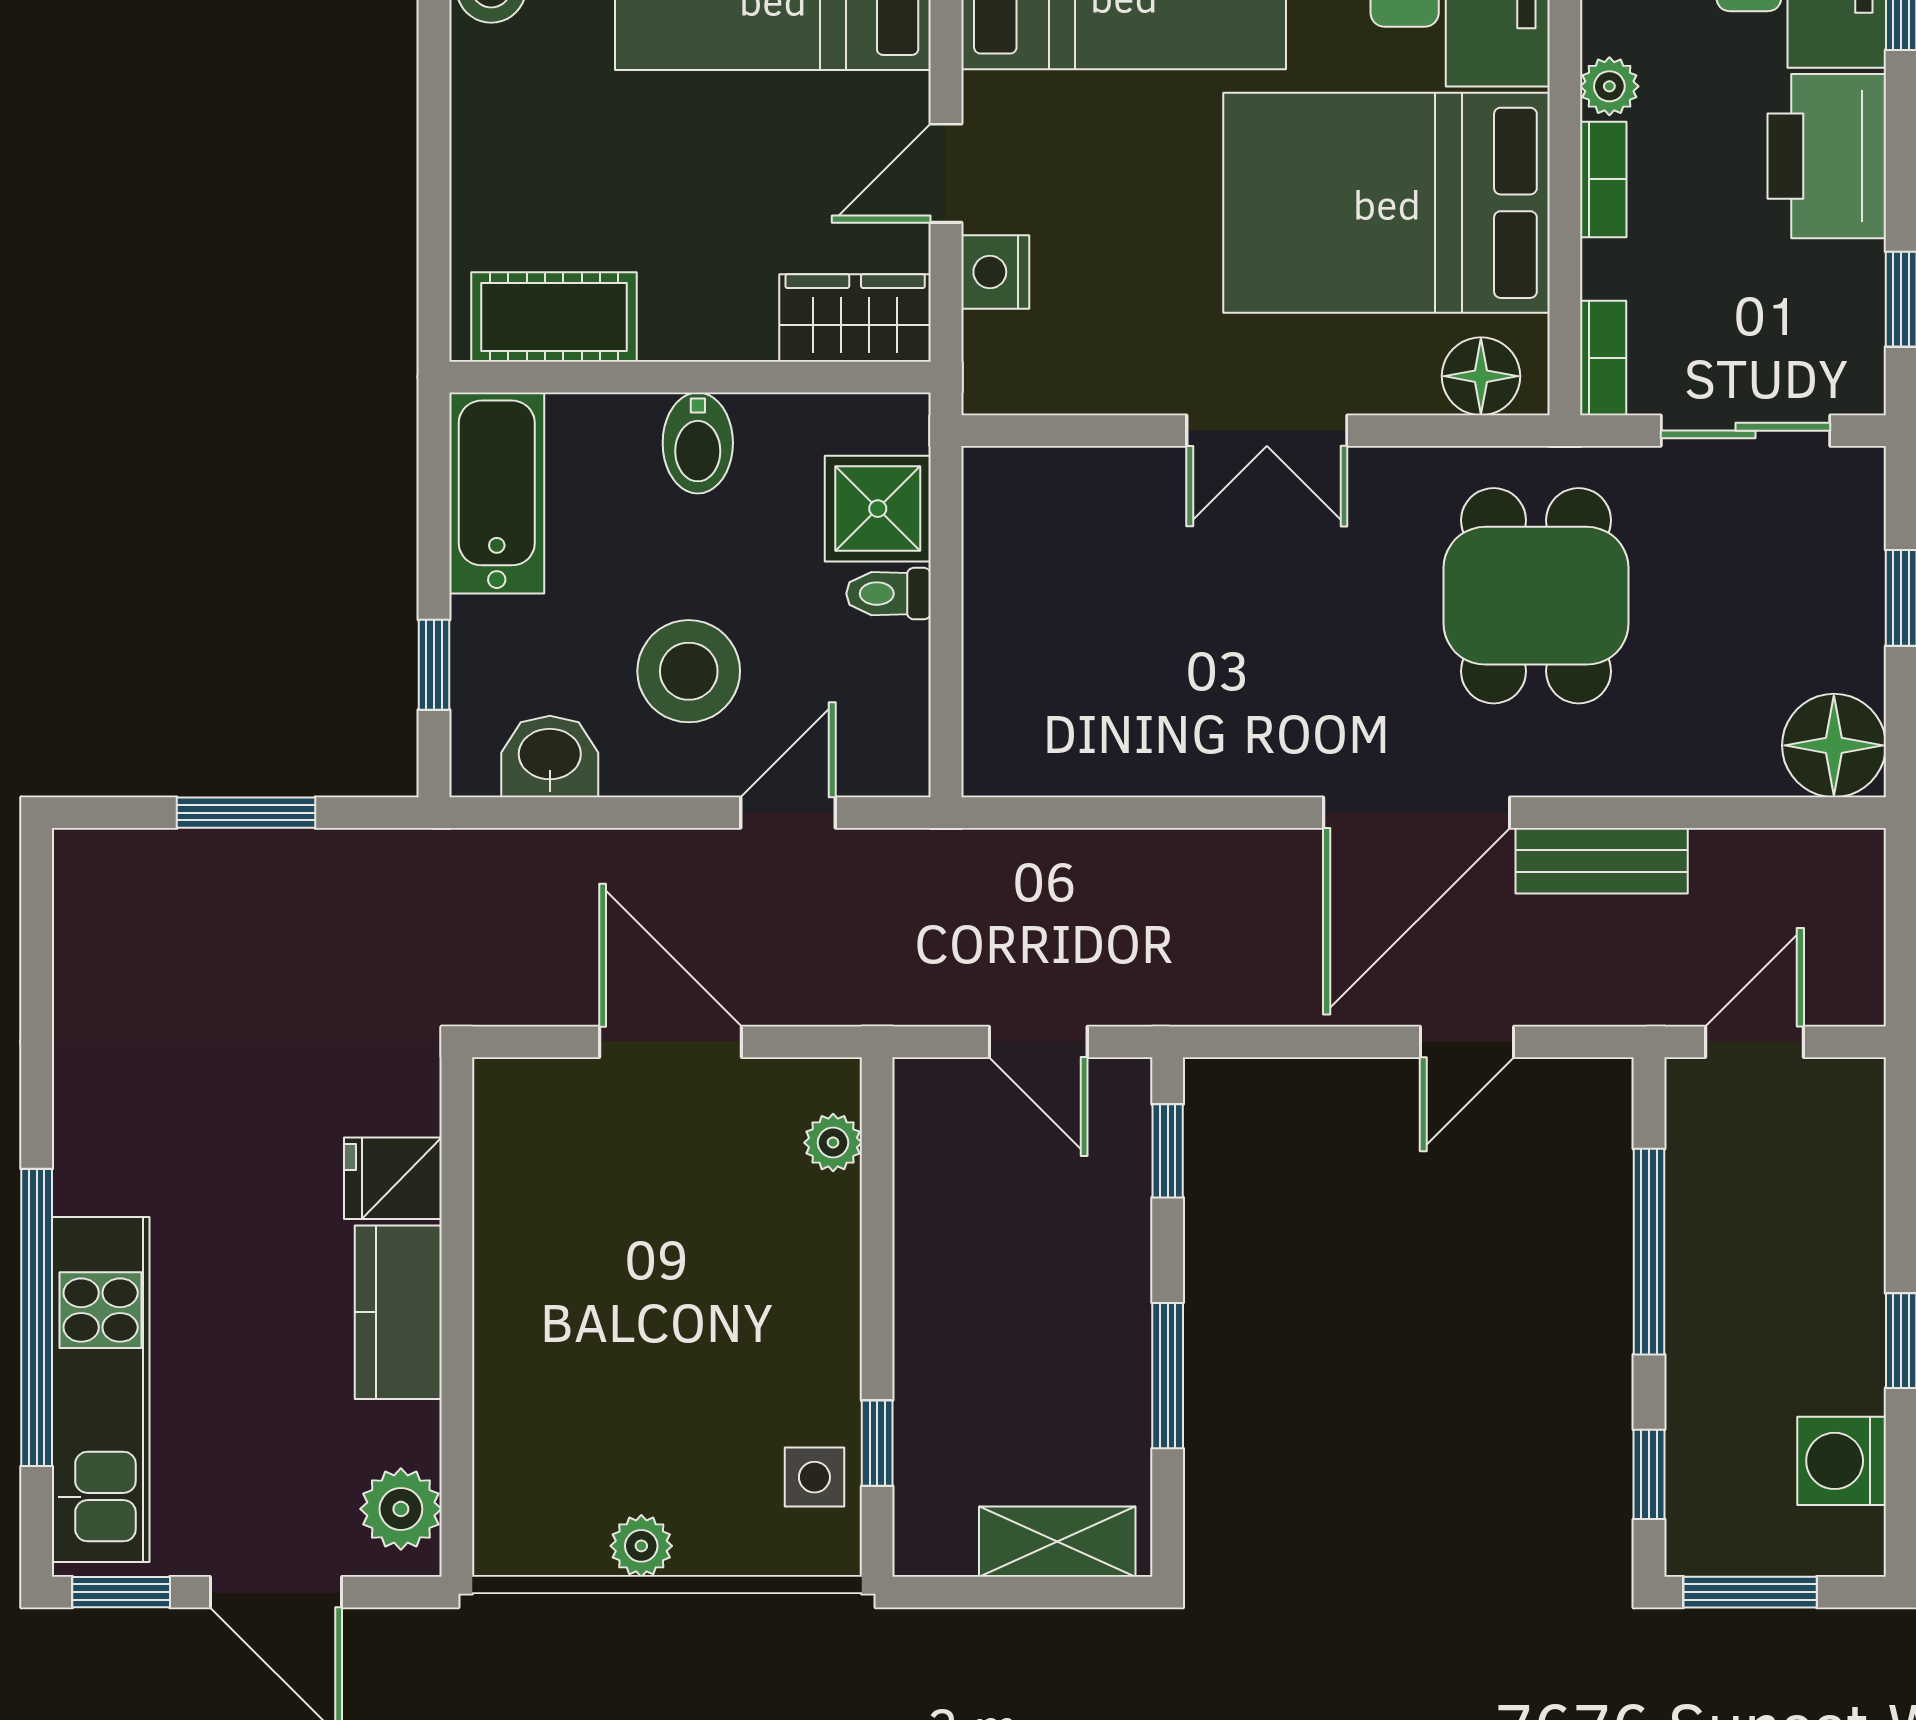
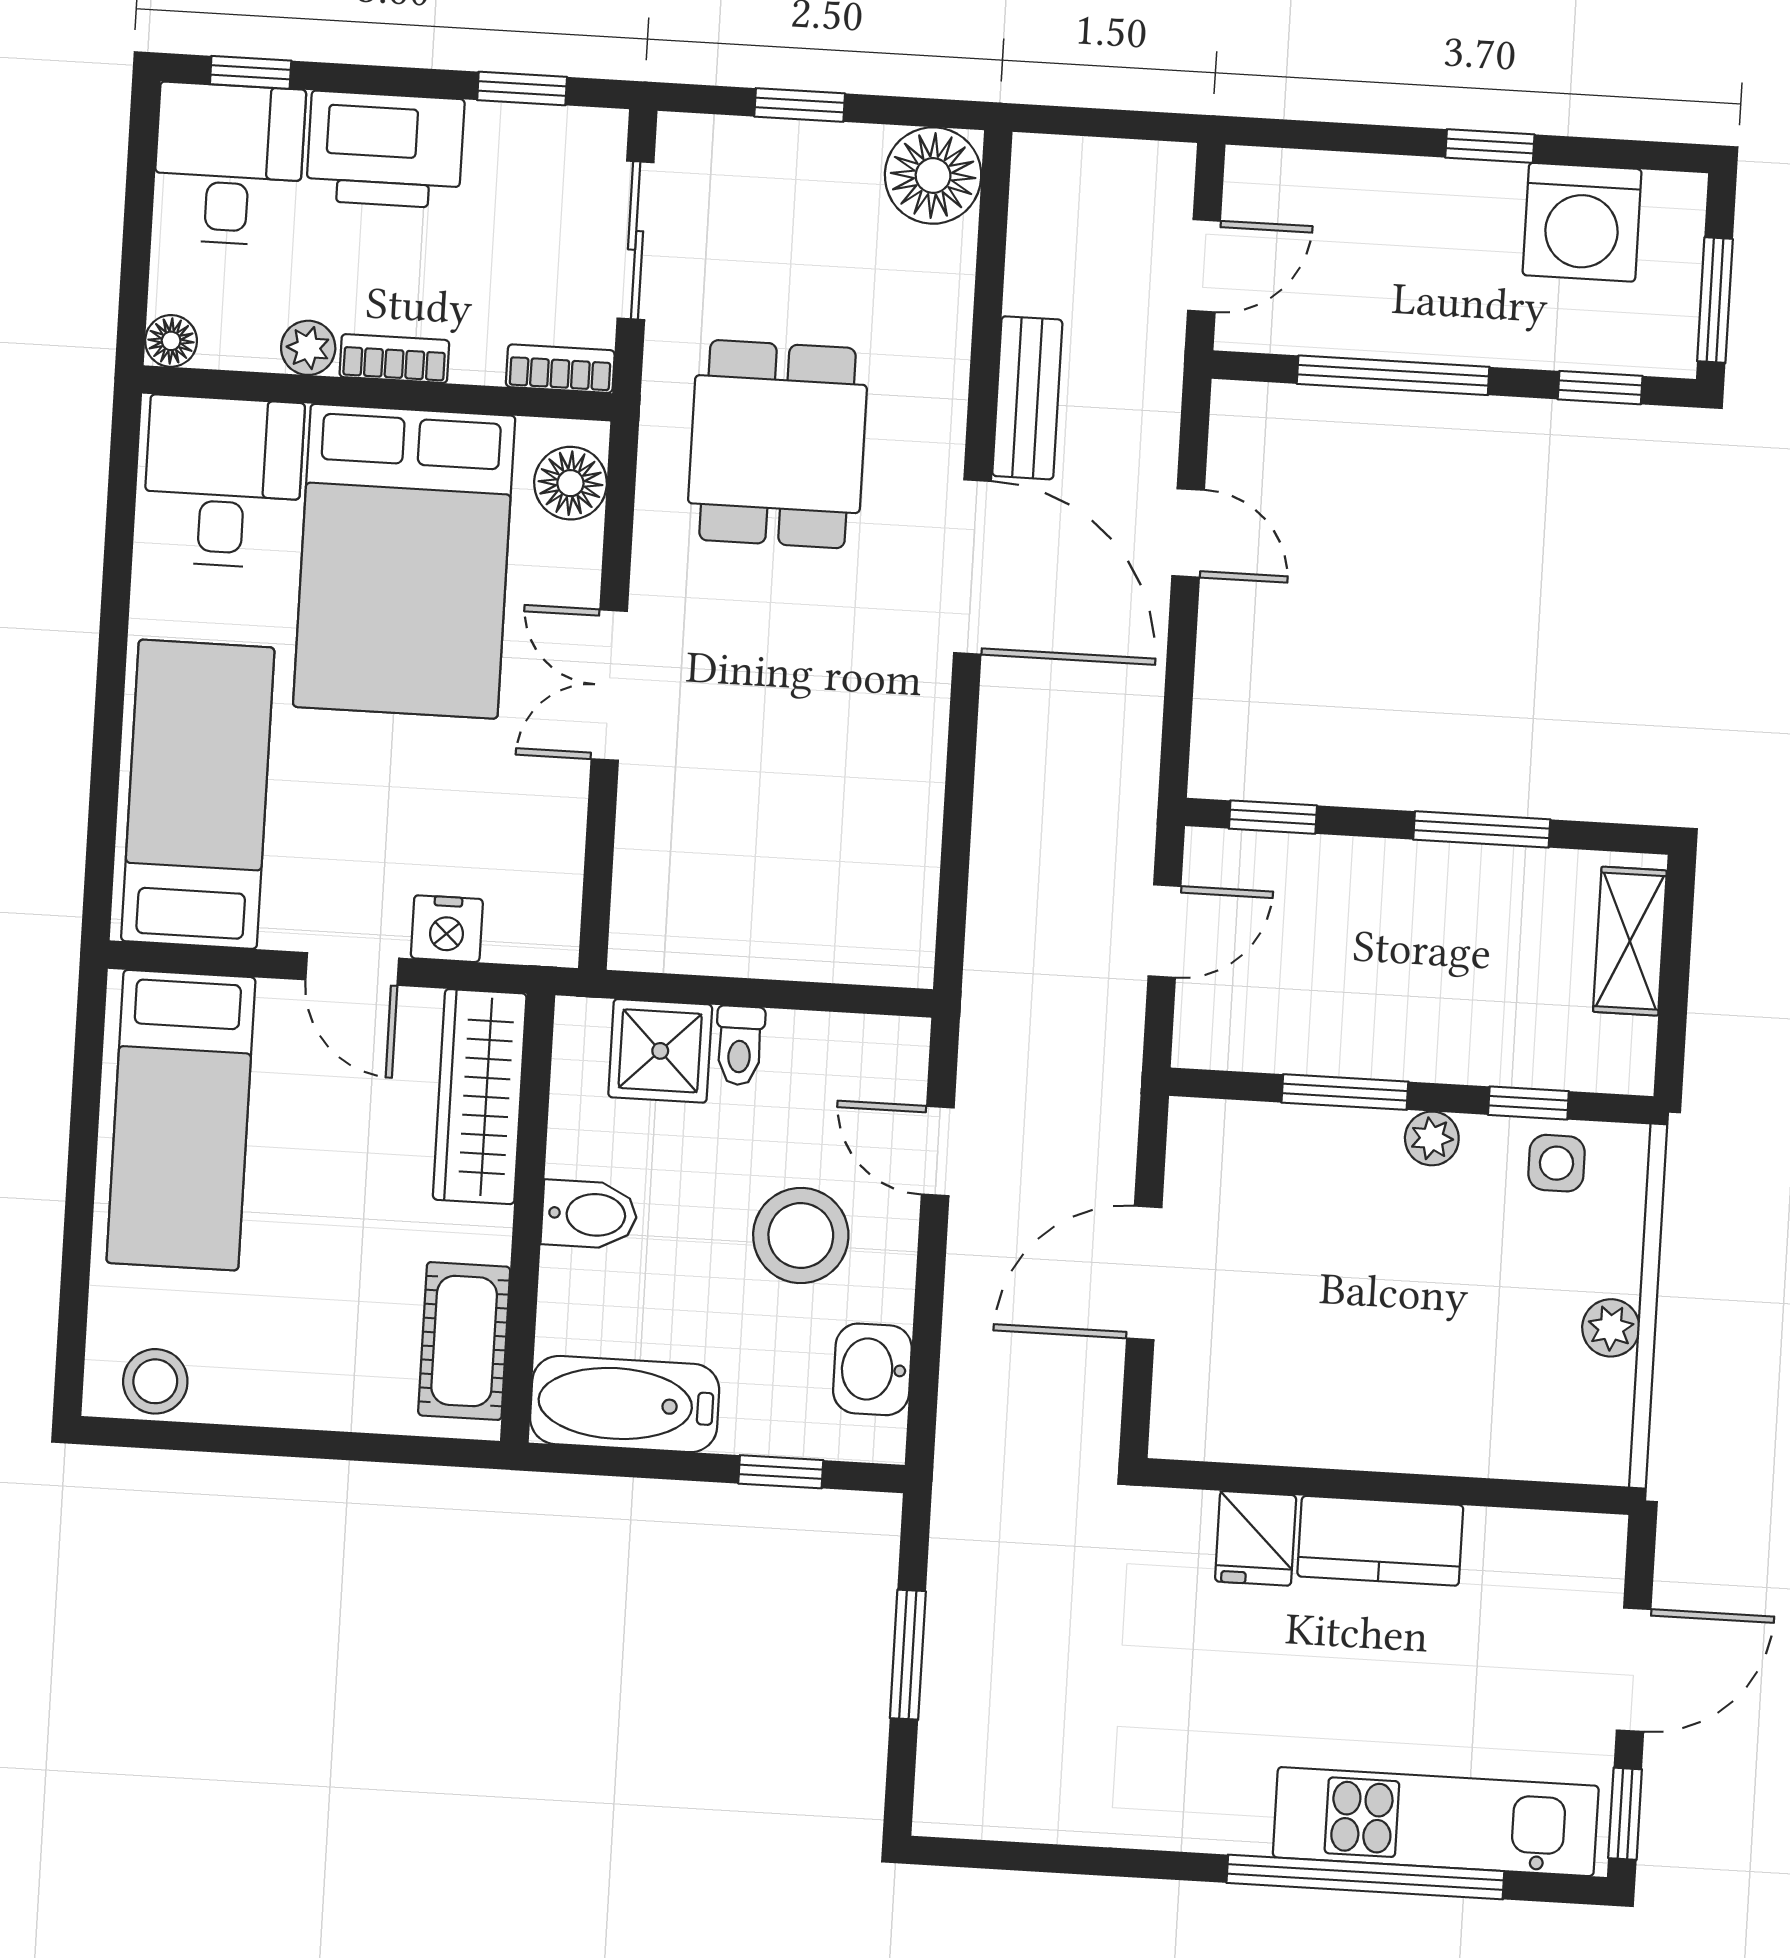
wardrobe: (855, 318) -> (480, 1097), width x1.50
double door: (1267, 431) -> (609, 685), swing flipped
dining table: (1536, 596) -> (777, 444), turned 90
door: (1754, 1042) -> (1204, 266), swing flipped
plant: (833, 1143) -> (1432, 1138), moved
window: (877, 1246) -> (1345, 1092), added
washing machine: (1842, 1461) -> (1582, 222), width x1.37, depth x1.37
plant: (401, 1509) -> (1563, 1549), removed

